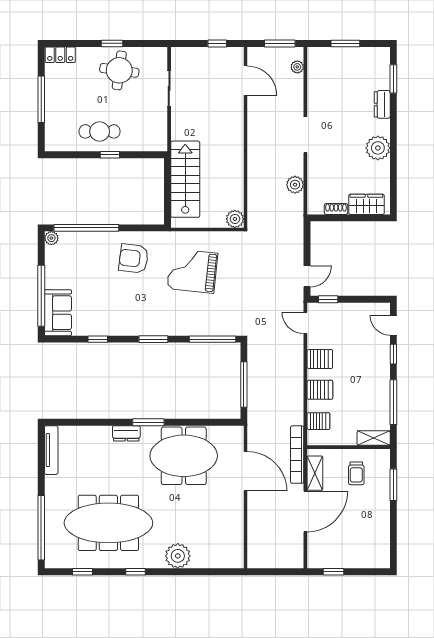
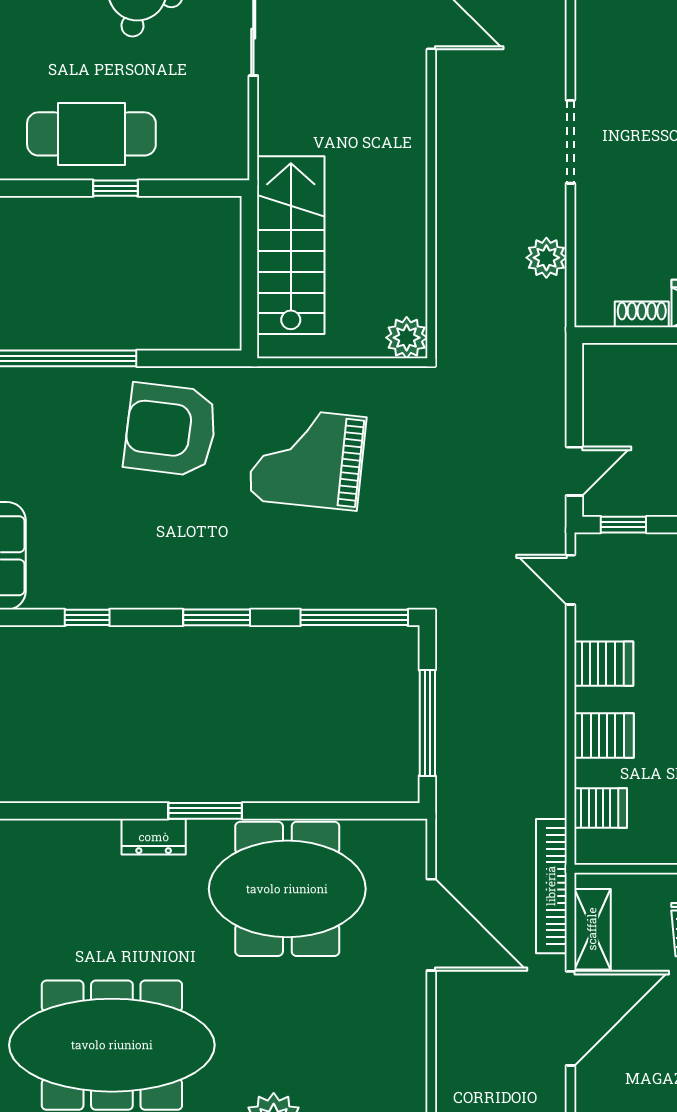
cafe table: (100, 131) -> (91, 134), width x1.37, depth x1.35
armchair: (134, 259) -> (171, 430), width x1.36, depth x1.36

